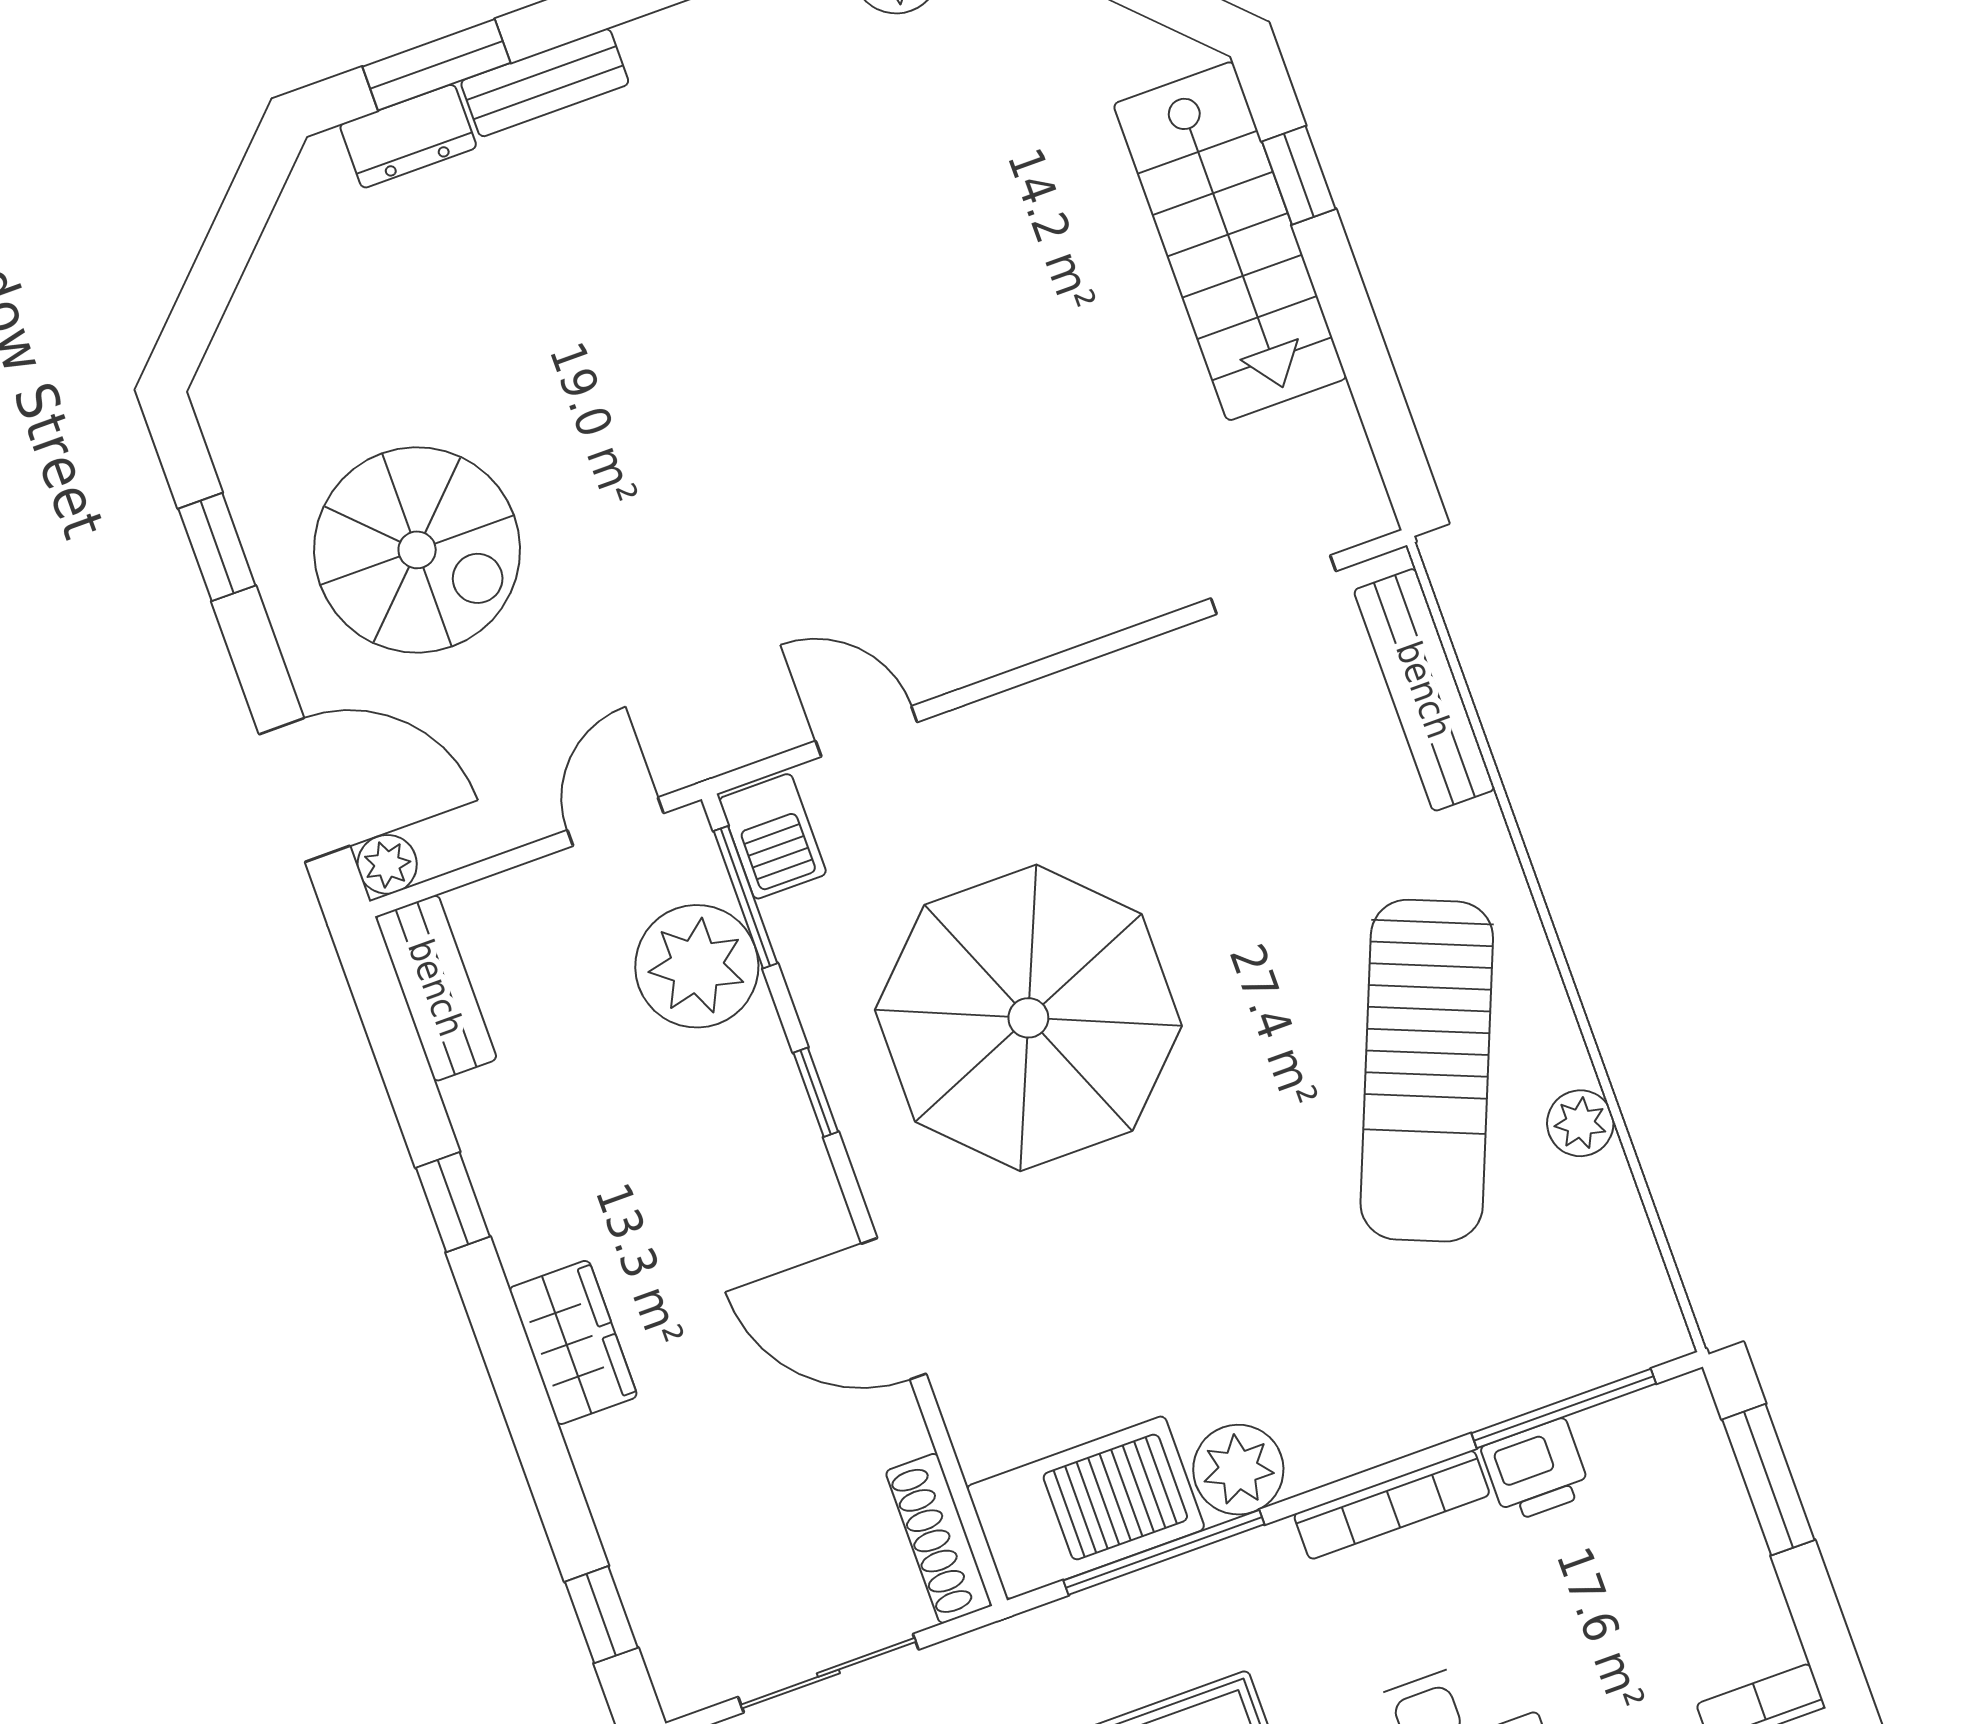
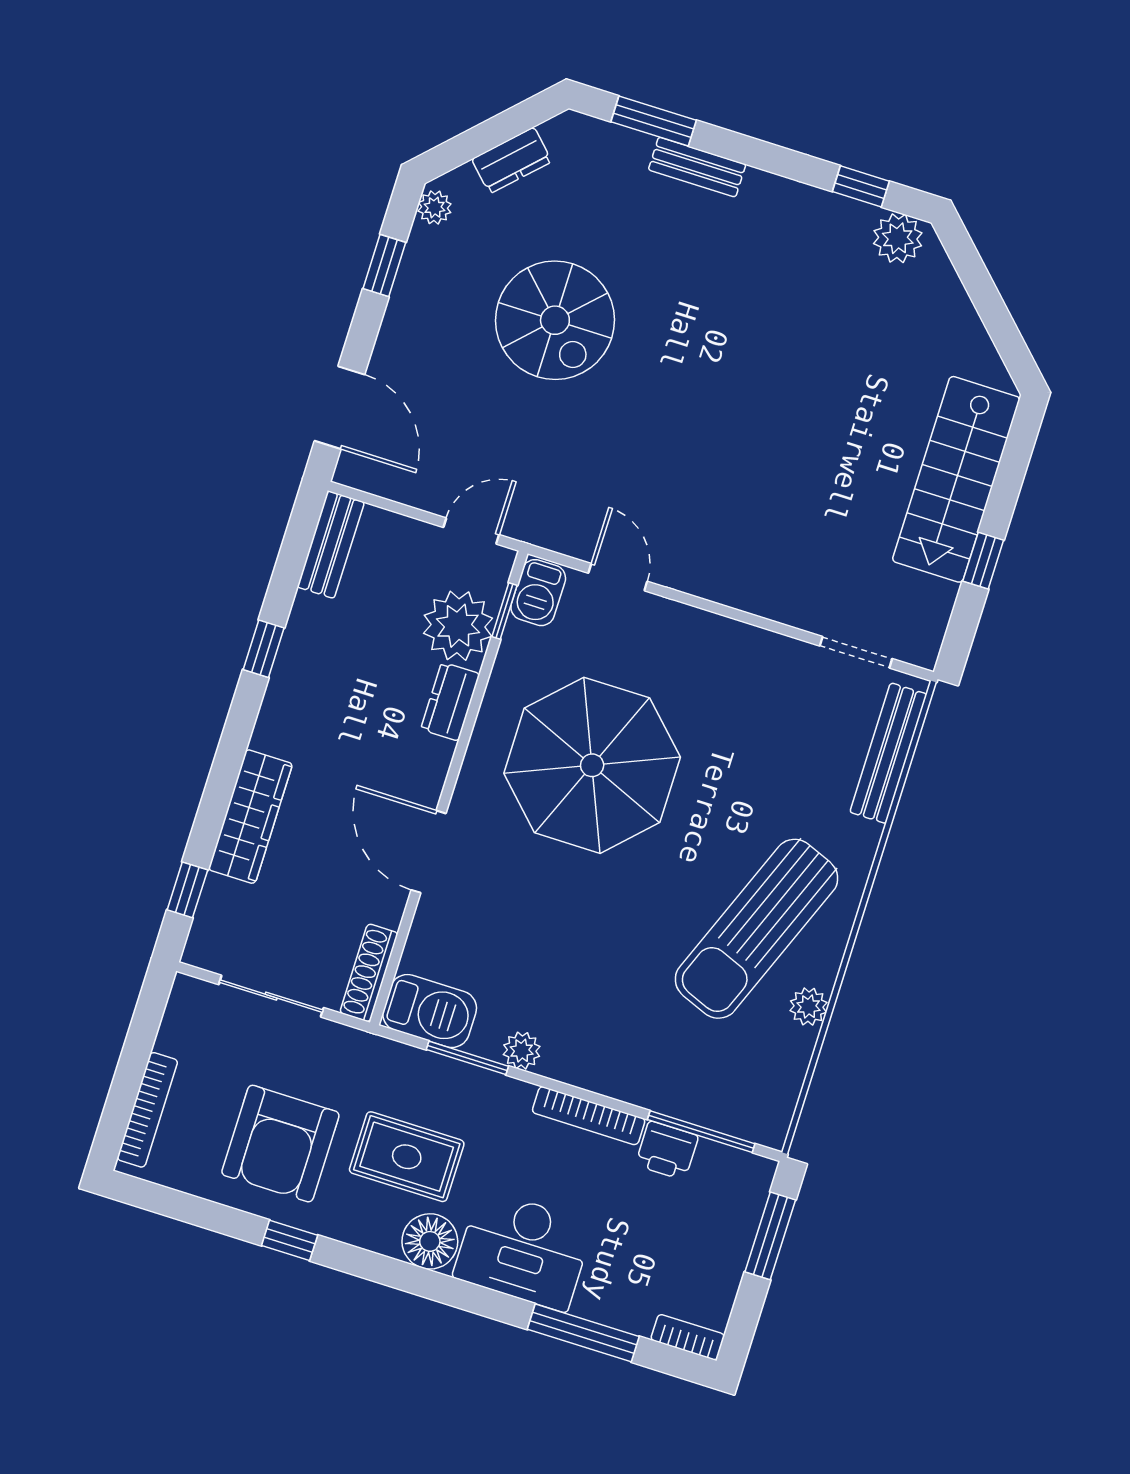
dresser: (408, 136) -> (512, 160), moved, turned -45
window: (1299, 175) -> (983, 561), moved
spiral stairs: (417, 550) -> (555, 320), moved
plant: (387, 864) -> (435, 207), moved
window: (746, 897) -> (504, 611), width x0.67
dresser: (766, 1079) -> (450, 702), added
window: (816, 1092) -> (469, 725), removed
wardrobe: (573, 1342) -> (250, 817), moved, width x1.50
plant: (1238, 1470) -> (522, 1051), width x0.73, depth x0.73
barbecue: (1086, 1508) -> (430, 1011), width x0.73, depth x0.83
window: (1164, 1552) -> (467, 1058), width x0.69

